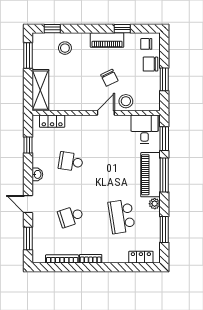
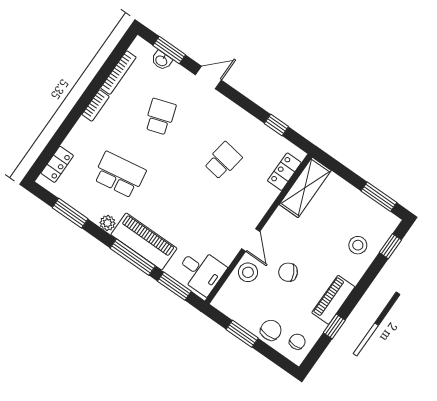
shelving: (40, 90) -> (305, 187), moved, turned 90
washbasin: (37, 174) -> (162, 60), moved

